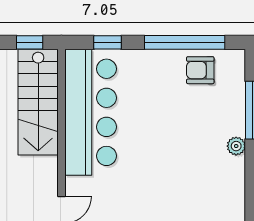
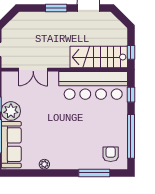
armchair: (200, 70) -> (111, 154), moved
plant: (236, 146) -> (44, 164), moved

